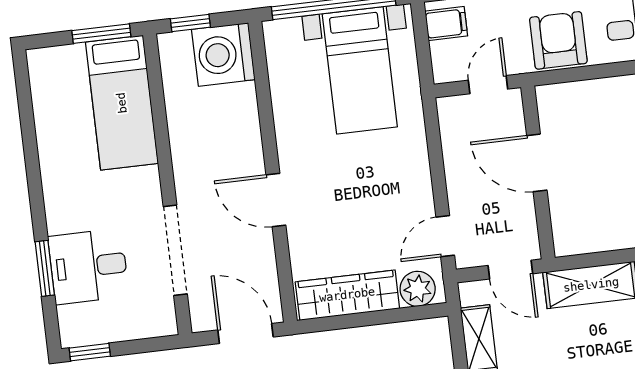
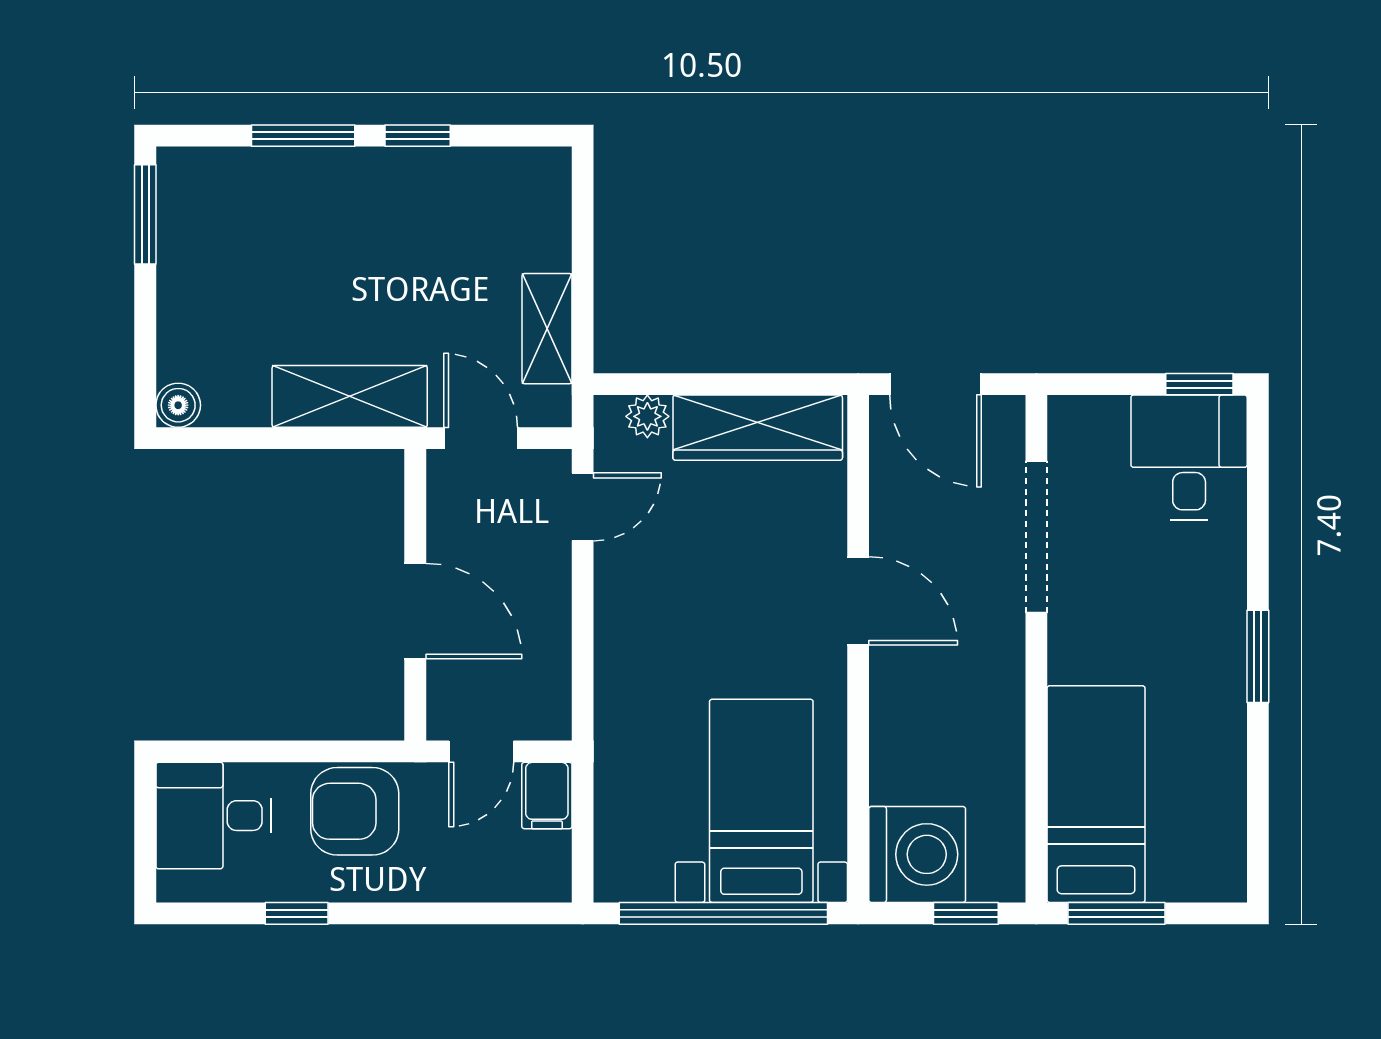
filing cabinet: (446, 24) -> (547, 796), moved, turned -90
armchair: (558, 40) -> (355, 811), turned 90
bed with nightstands: (360, 70) -> (761, 801), moved
desk: (88, 266) -> (1189, 457), moved, turned -90
window: (45, 268) -> (1258, 656), moved
plant: (418, 289) -> (647, 416), width x0.73, depth x0.73

